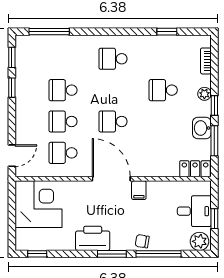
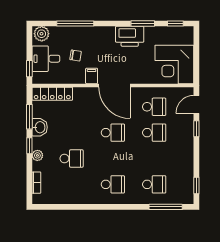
window: (167, 32) -> (68, 207), removed
window: (12, 88) -> (196, 129), moved
school desk: (63, 90) -> (154, 184), moved
locker: (195, 169) -> (52, 94), width x1.53
window: (214, 219) -> (29, 69), moved
chair: (142, 241) -> (76, 55), moved
window: (112, 254) -> (143, 23), moved

